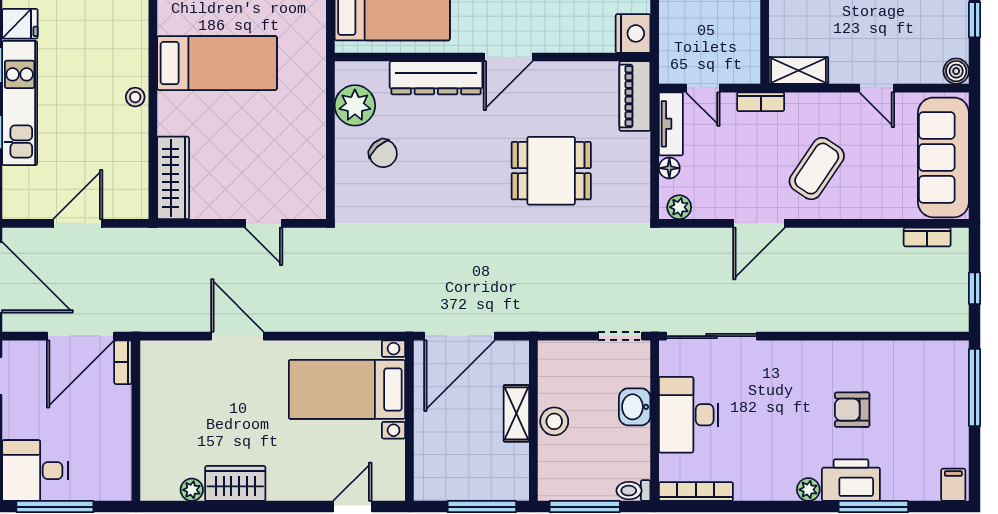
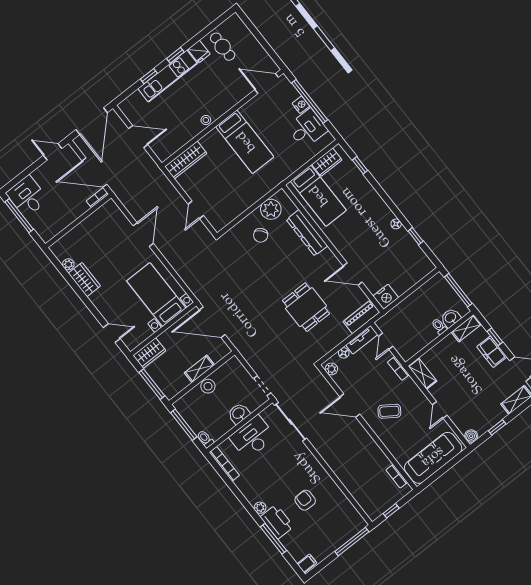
door: (508, 57) -> (353, 274), moved
coffee table: (817, 169) -> (389, 411), width x0.73, depth x0.77
wardrobe: (430, 472) -> (149, 353), added

